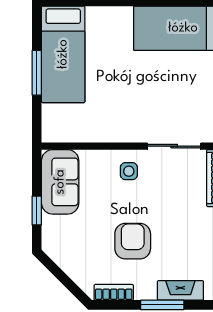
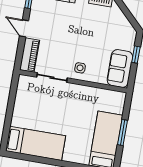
armchair: (133, 241) -> (85, 28), removed

